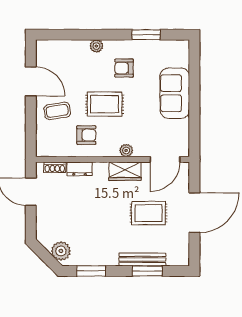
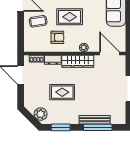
door: (165, 159) -> (110, 53), swing flipped
wardrobe: (125, 171) -> (78, 61), width x1.50
rug: (149, 213) -> (62, 92), moved
window: (147, 271) -> (98, 127), width x1.44

